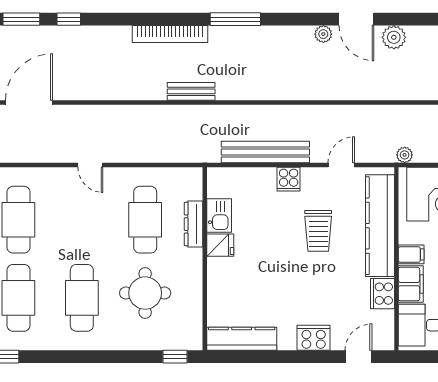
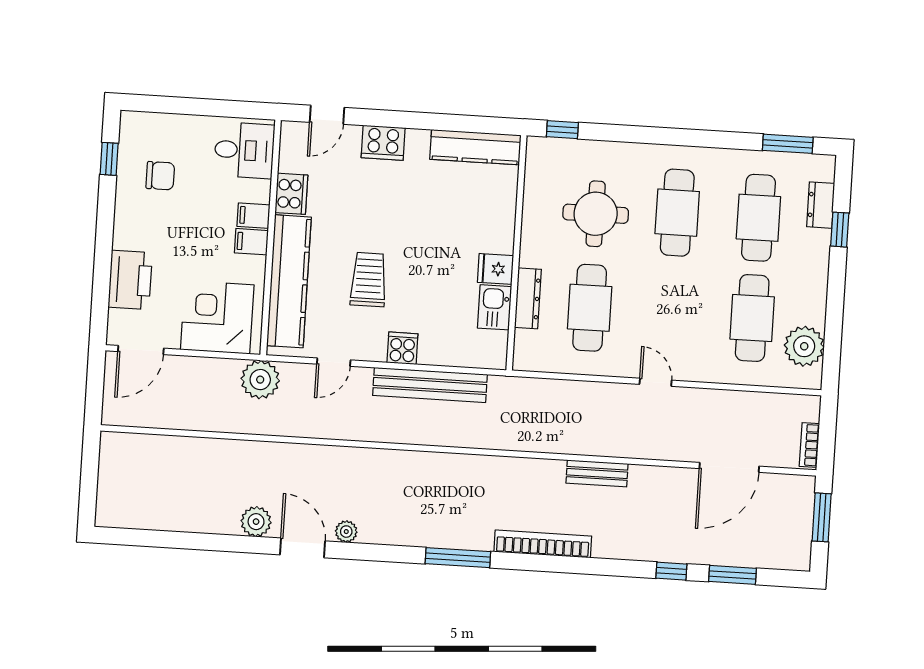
bench: (191, 91) -> (597, 473), moved
plant: (405, 155) -> (260, 380), width x1.88, depth x1.88
filing cabinet: (411, 284) -> (253, 216), width x0.50

